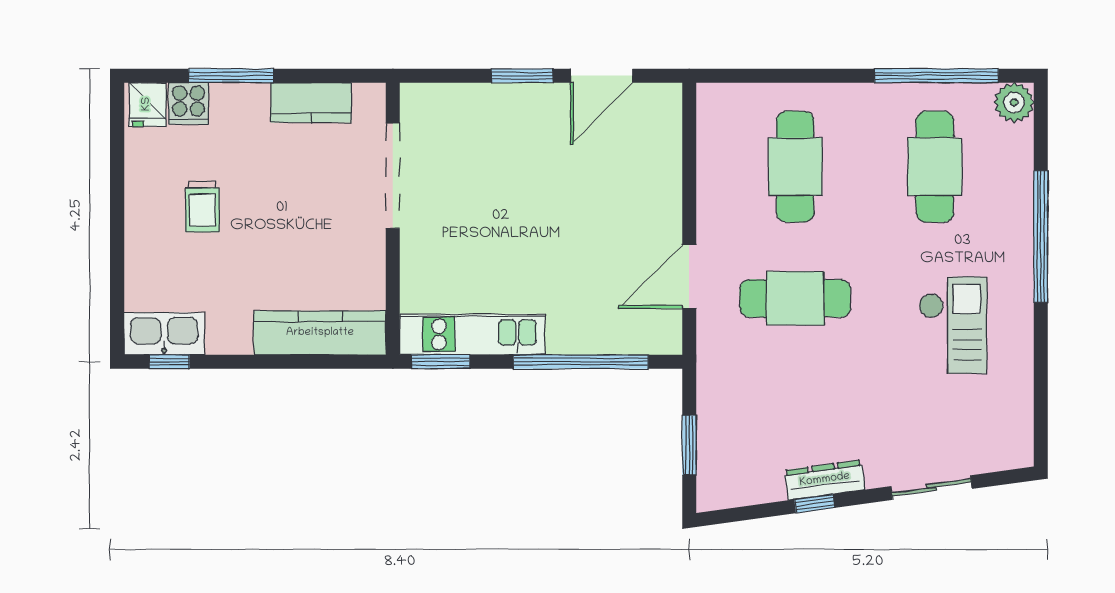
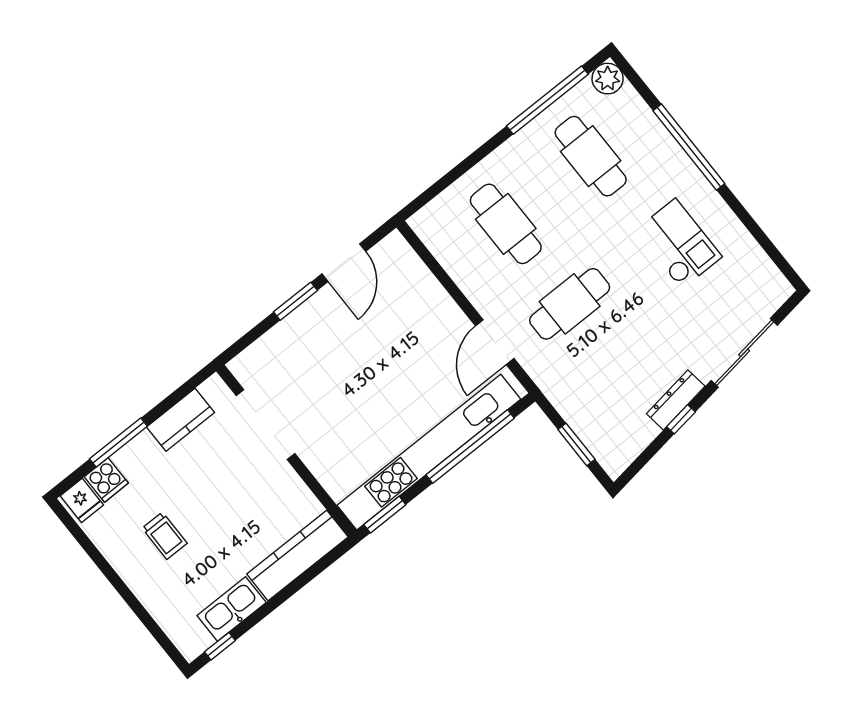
kitchen sink: (164, 334) -> (232, 609), moved
kitchen unit: (472, 334) -> (429, 452), width x1.86
sliding door: (931, 488) -> (744, 353), width x1.37

